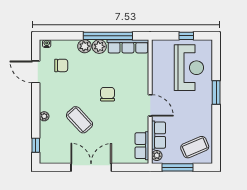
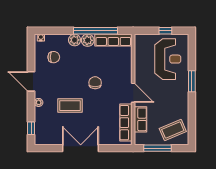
door: (36, 72) -> (31, 81), moved
coffee table: (79, 120) -> (70, 106), turned -47
row of seats: (142, 146) -> (126, 123), width x1.48
plant: (157, 156) -> (139, 137), removed

